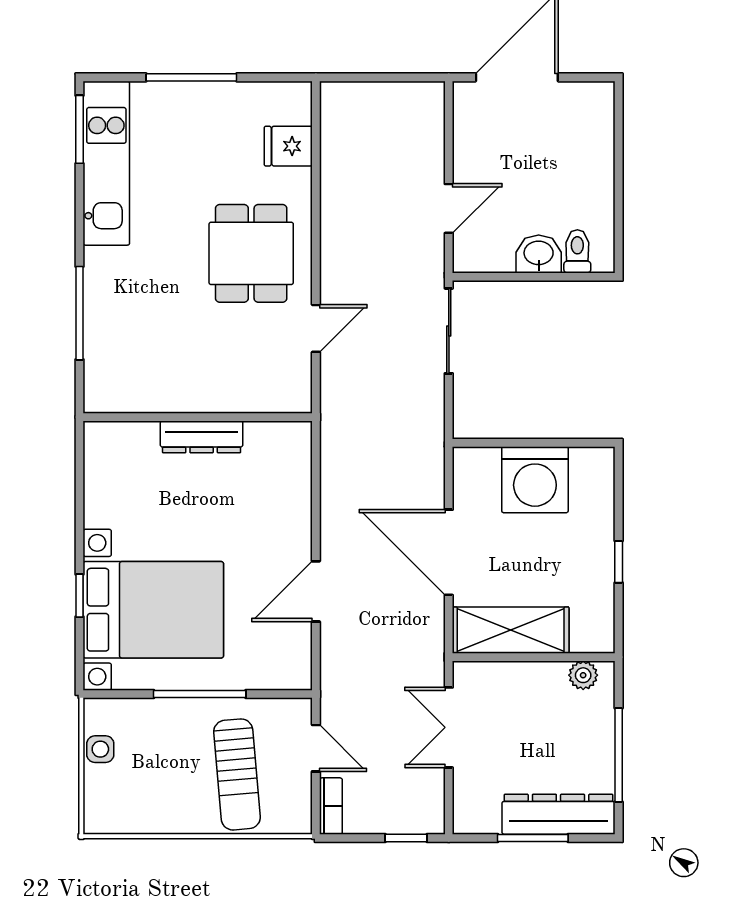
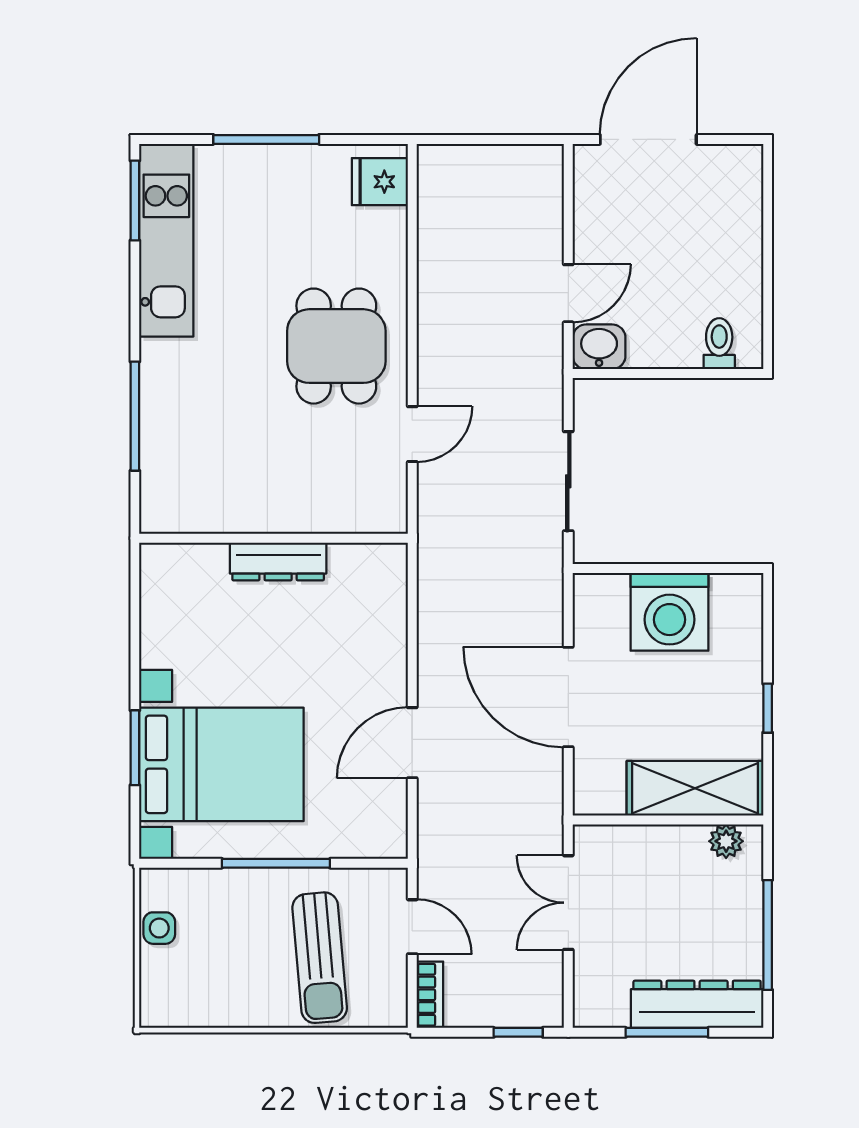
fridge: (288, 146) -> (380, 182), moved
washbasin: (539, 254) -> (599, 347), moved
sliding door: (449, 331) -> (568, 481), moved
window: (80, 596) -> (135, 748), width x1.50
shelving: (511, 630) -> (695, 788), moved

